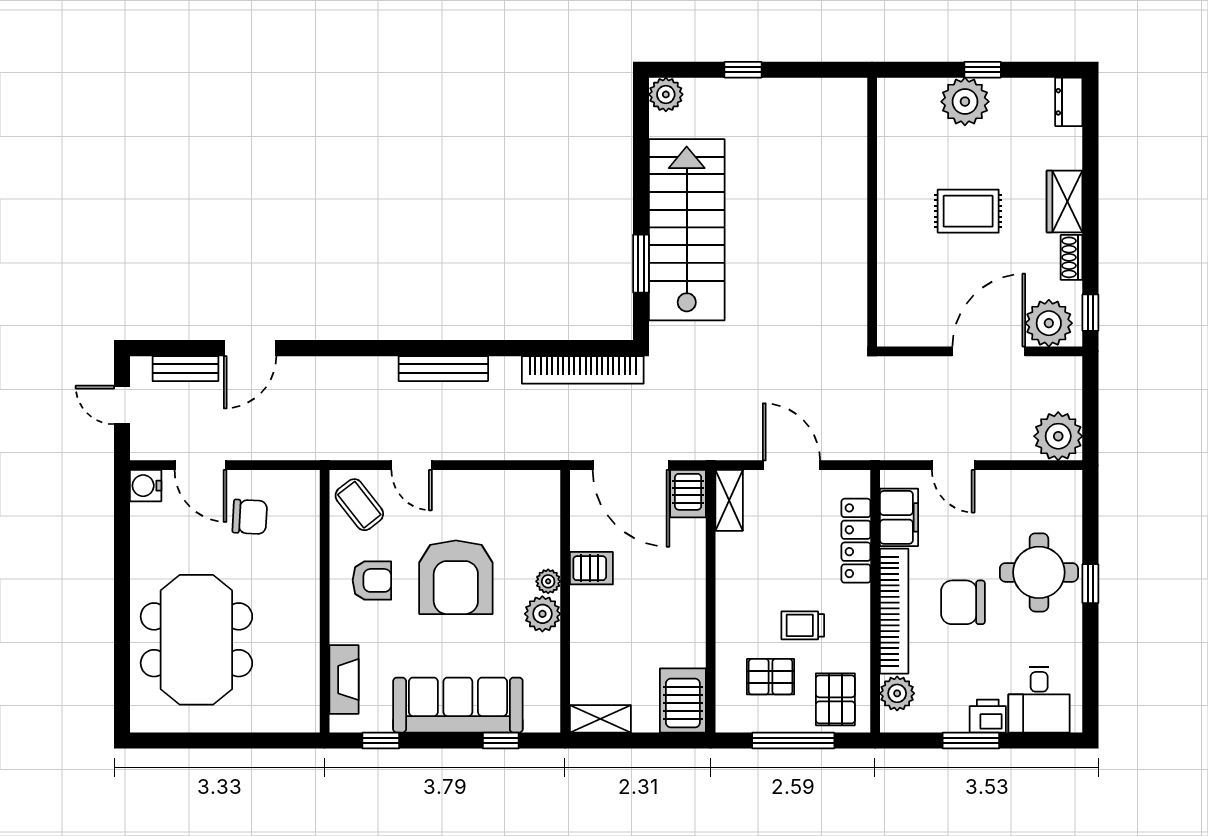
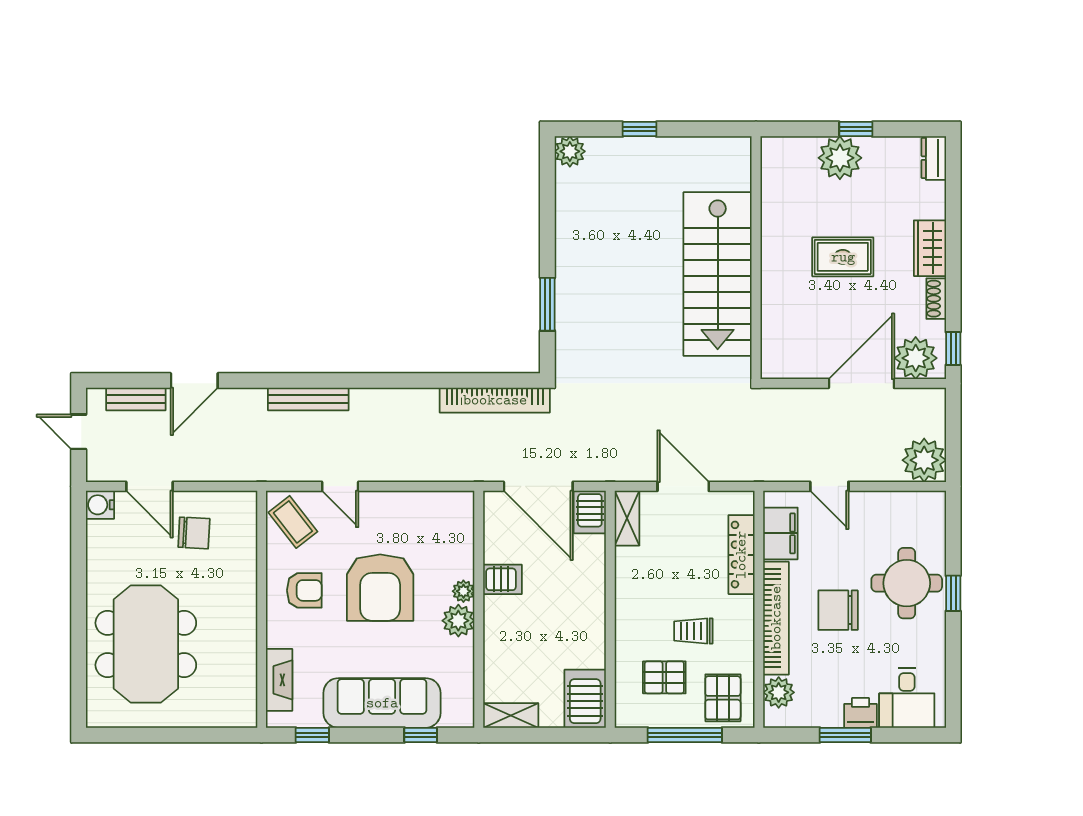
stairs: (687, 230) -> (718, 274), moved, turned 180
bench: (443, 369) -> (308, 399), moved

